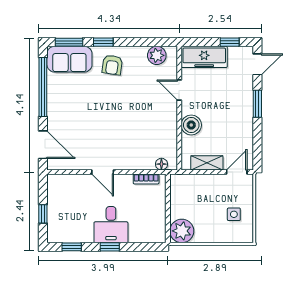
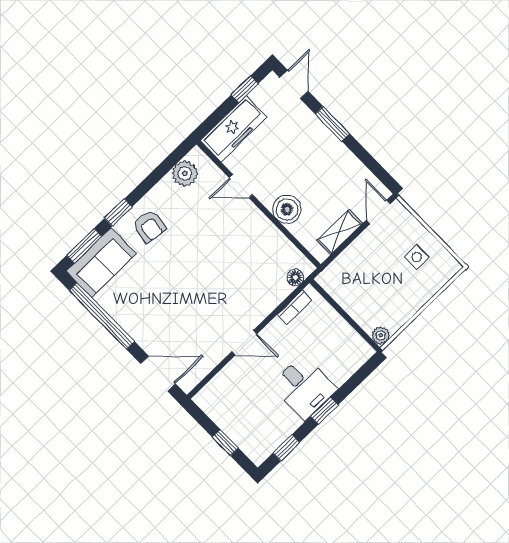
plant: (182, 231) -> (381, 335), width x0.53, depth x0.53

